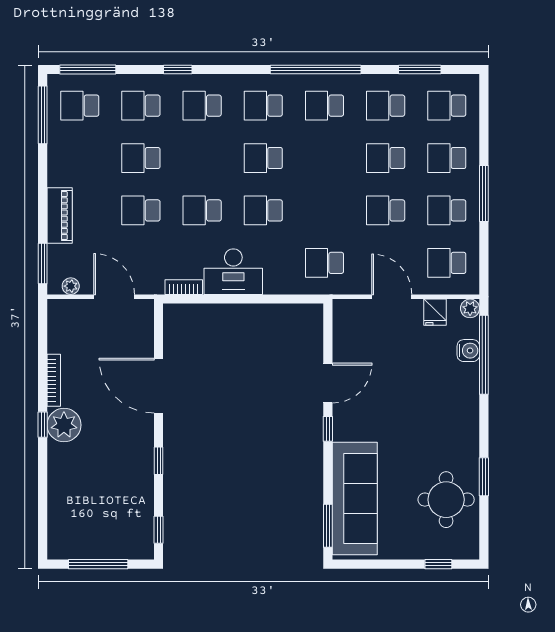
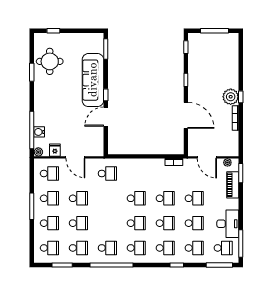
school desk: (202, 158) -> (165, 223), added
piano: (60, 216) -> (233, 185), moved
desk: (233, 272) -> (228, 224), moved, turned 90
sofa: (355, 499) -> (93, 80), moved

